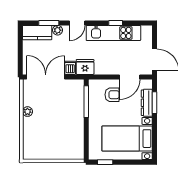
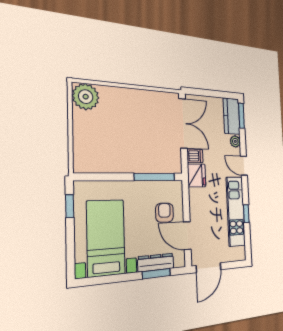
window: (49, 23) -> (241, 116), moved
armchair: (112, 95) -> (164, 213), turned 180
plant: (27, 112) -> (86, 97), moved, width x1.88, depth x1.88

